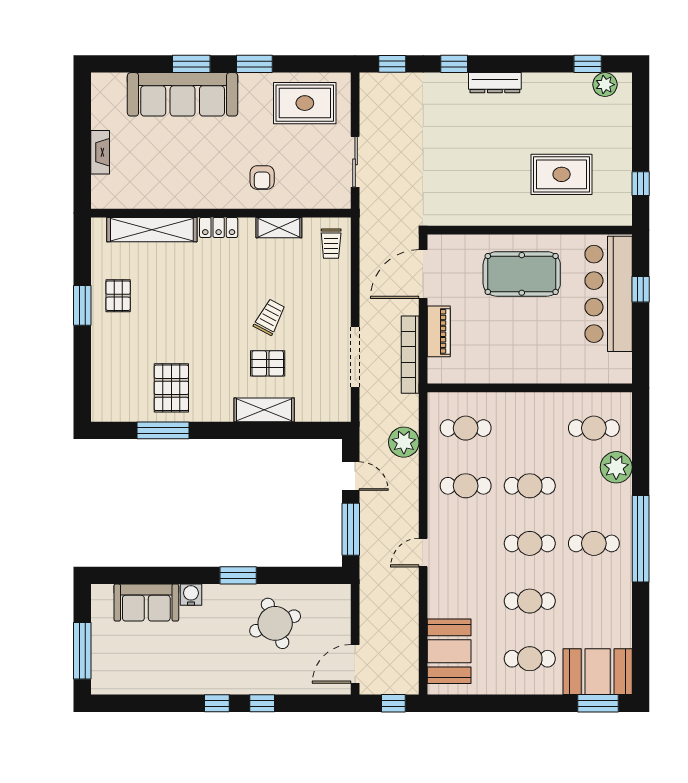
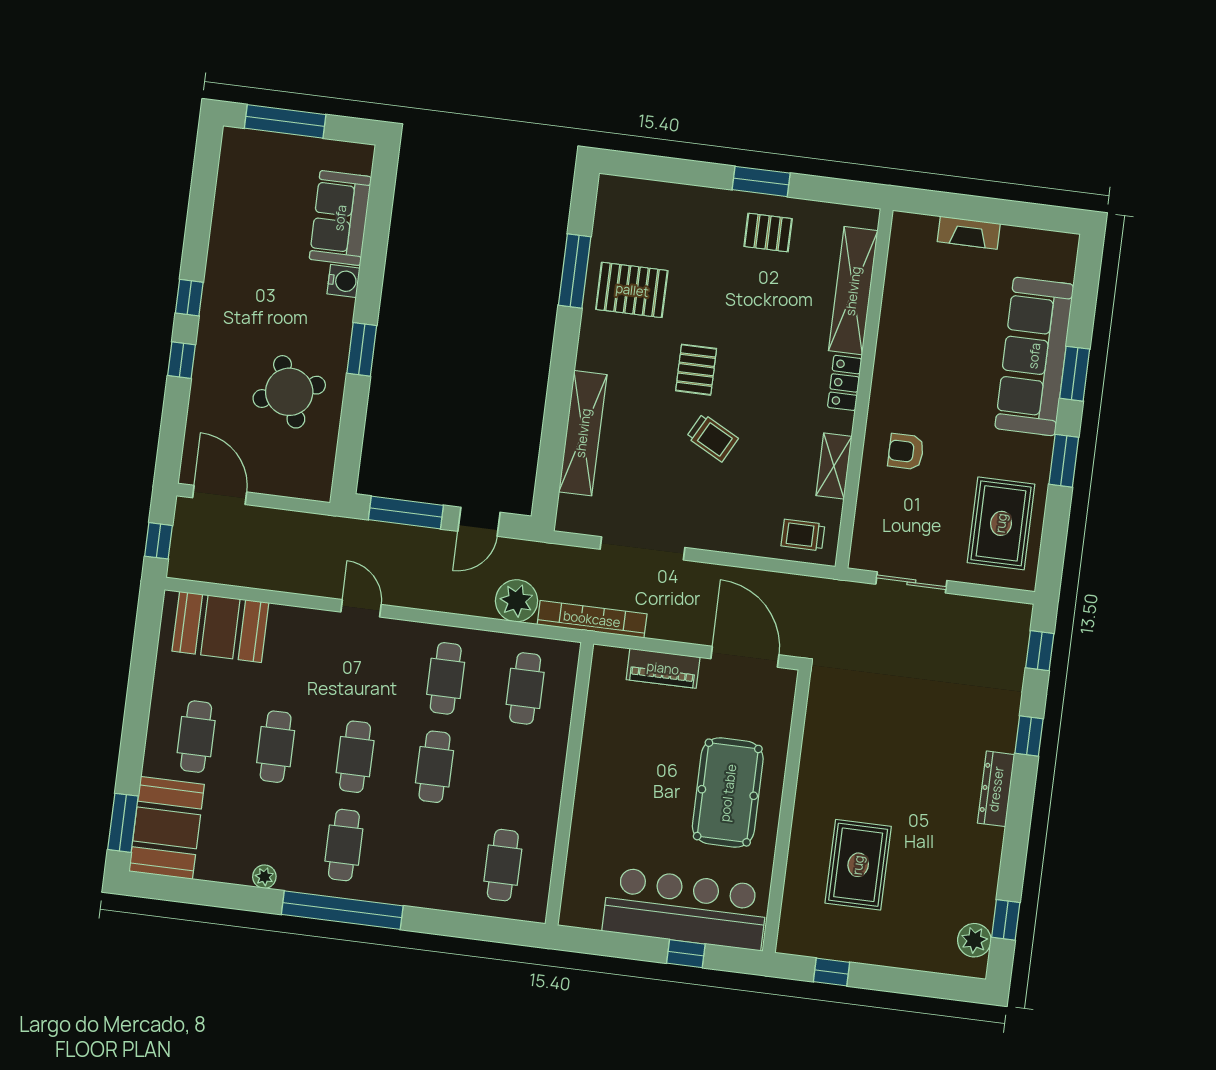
bookcase: (410, 355) -> (592, 619), moved
pallet: (268, 363) -> (696, 370), moved
shelving: (264, 410) -> (583, 433), width x1.47
plant: (616, 467) -> (264, 877), moved, width x0.53, depth x0.53

